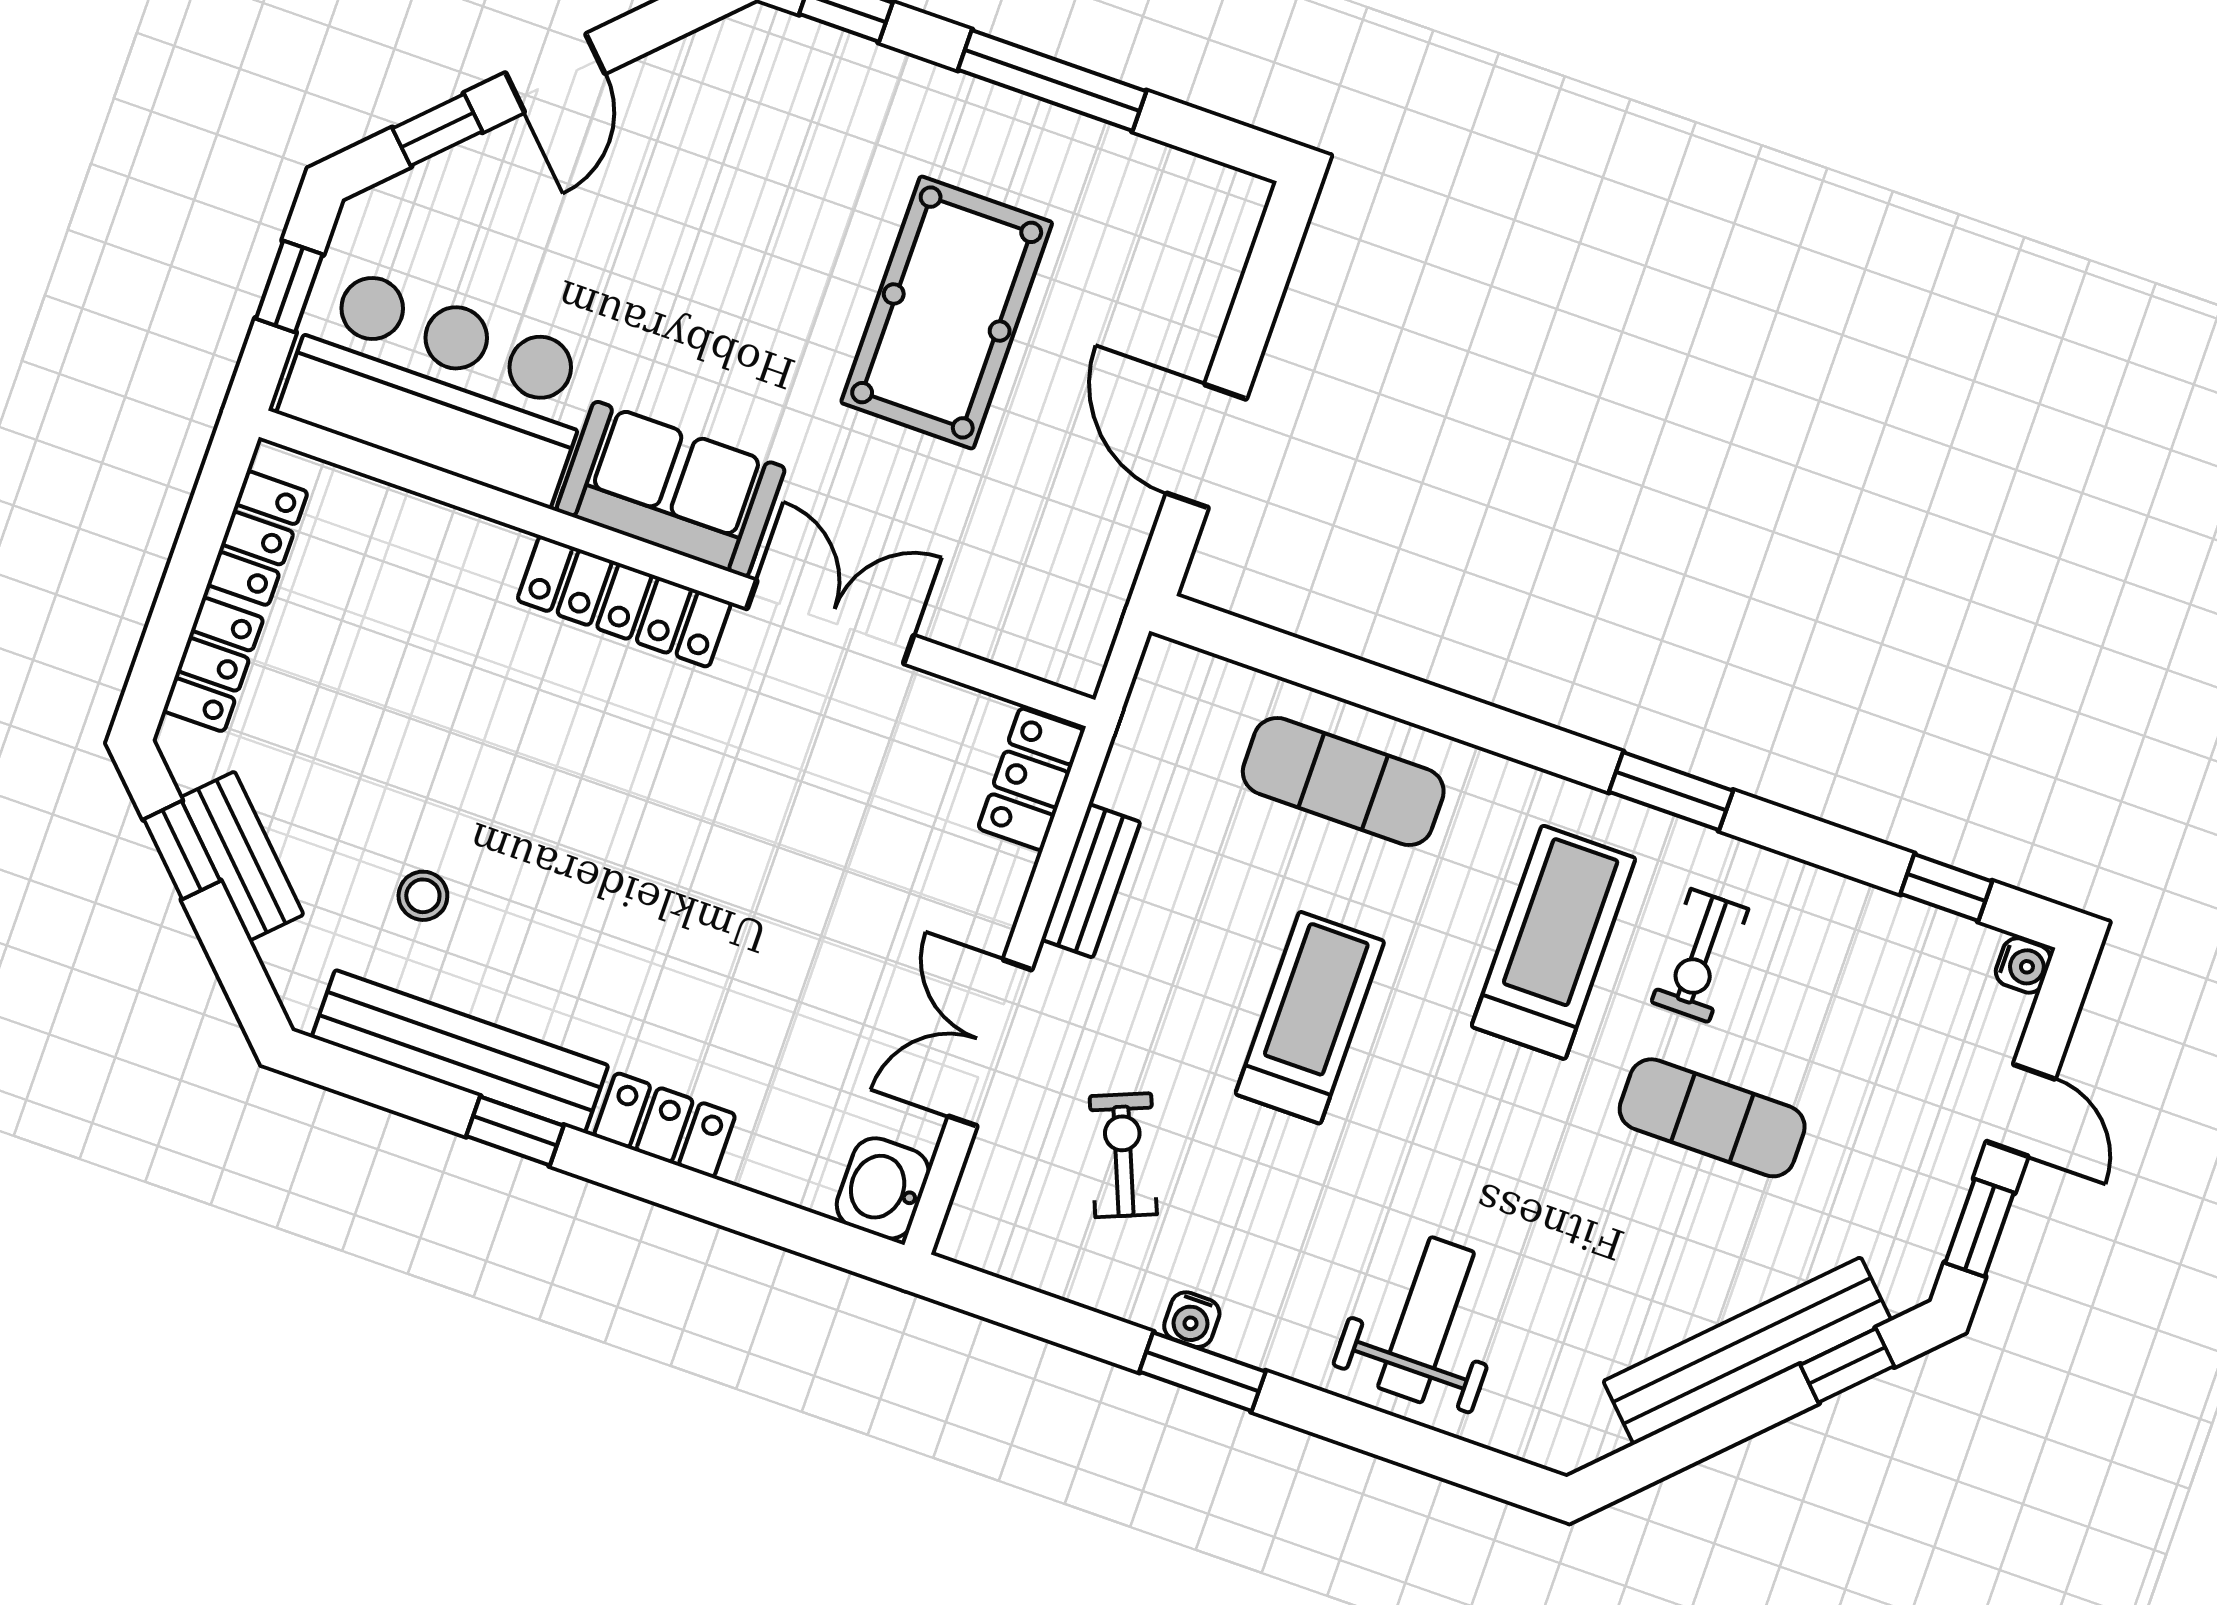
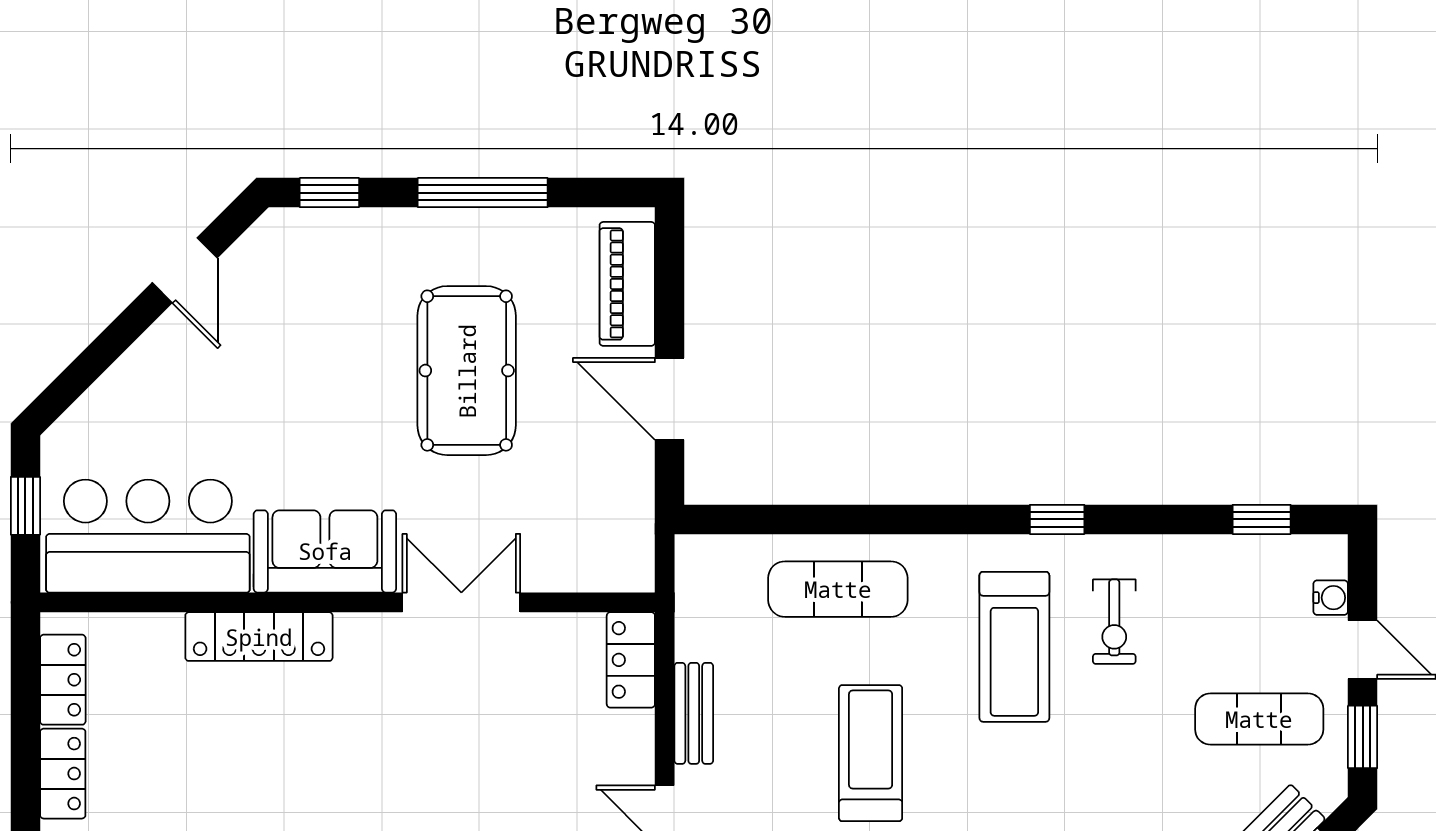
door: (555, 73) -> (185, 270), moved
window: (437, 130) -> (87, 368), removed
piano: (1204, 272) -> (627, 284), added
locker: (624, 601) -> (259, 637), moved
window: (1671, 791) -> (1057, 519), width x0.67
treadmill: (1554, 942) -> (1014, 647), turned 180
water cooler: (2023, 966) -> (1331, 598), moved
exercise mat: (1712, 1118) -> (1259, 719), moved

